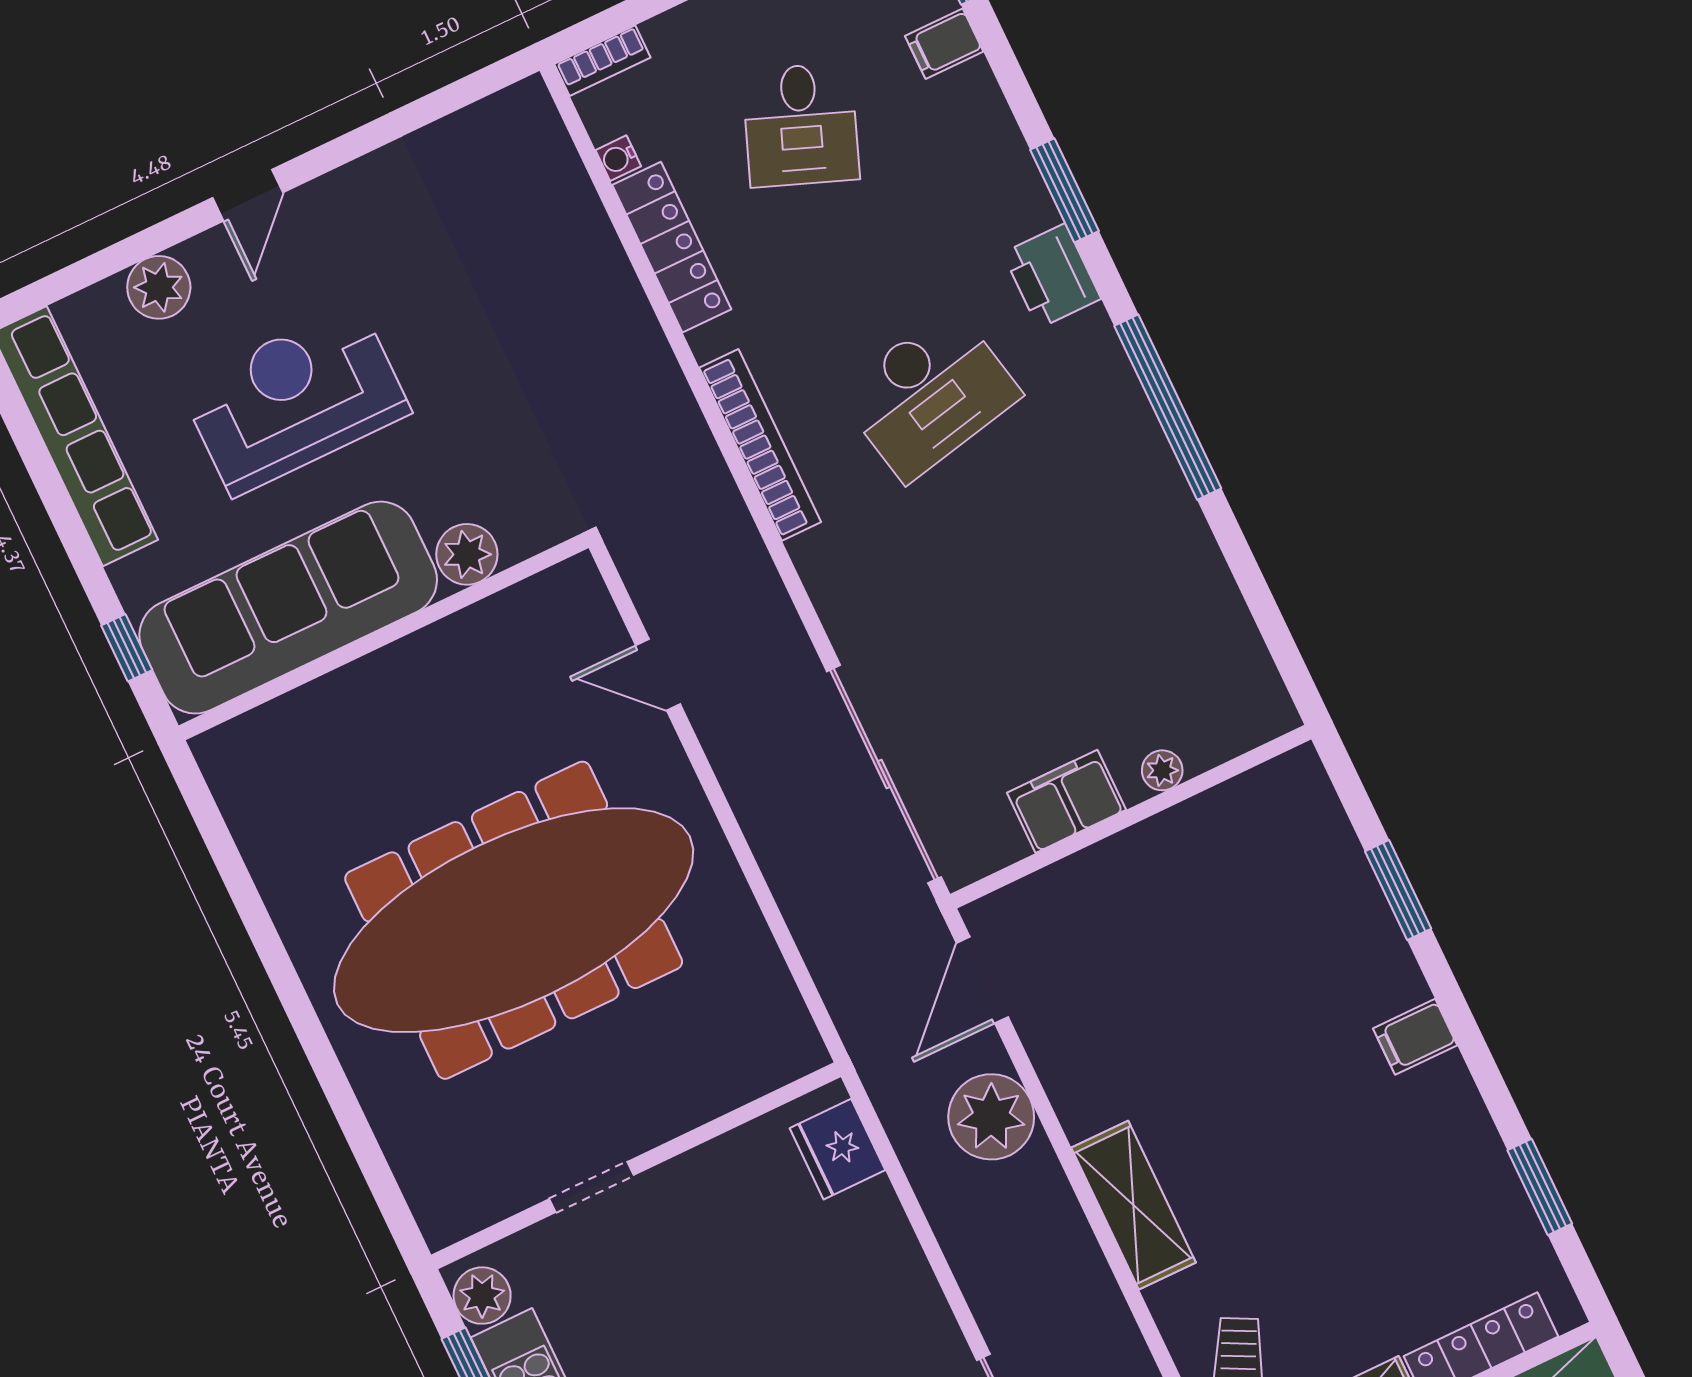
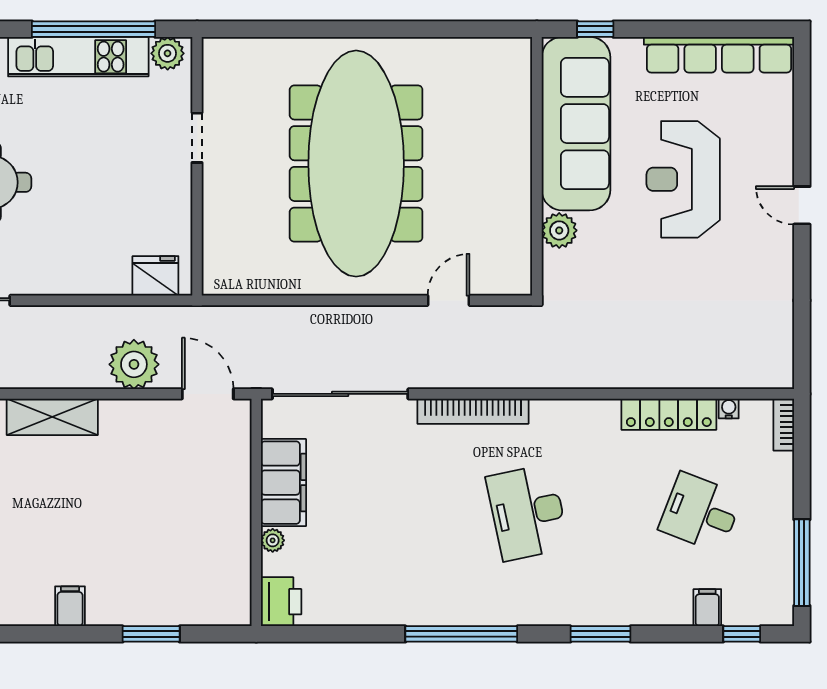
printer: (1052, 276) -> (281, 602), moved, turned 90
plant: (159, 287) -> (776, 136), removed
reception desk: (295, 399) -> (683, 179), turned 180
bookcase: (760, 445) -> (473, 411), moved
filing cabinet: (1067, 801) -> (284, 483), width x1.50, depth x1.17

